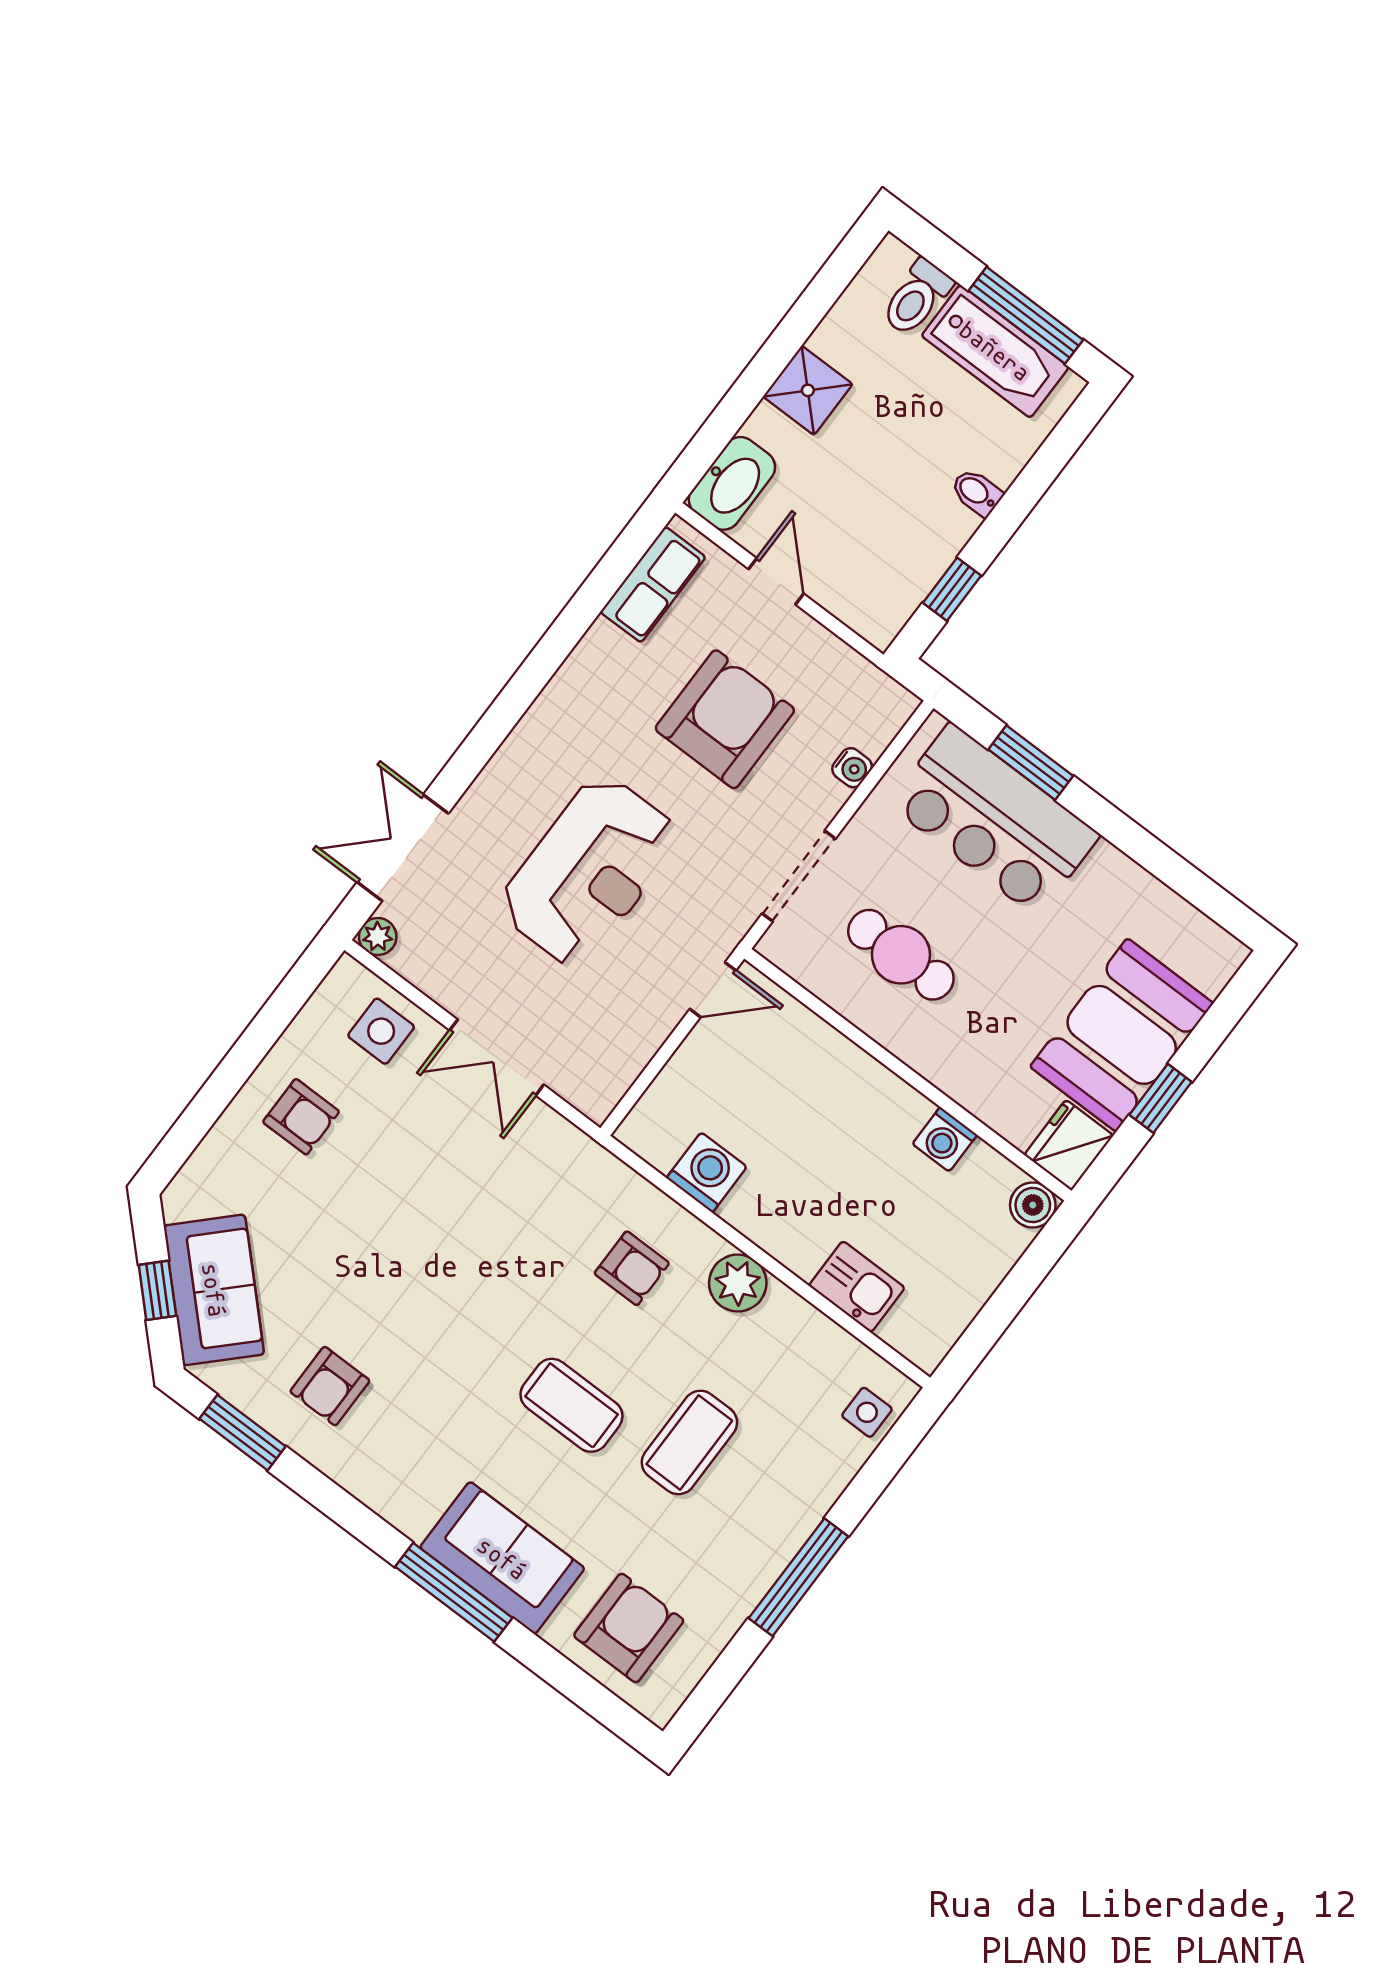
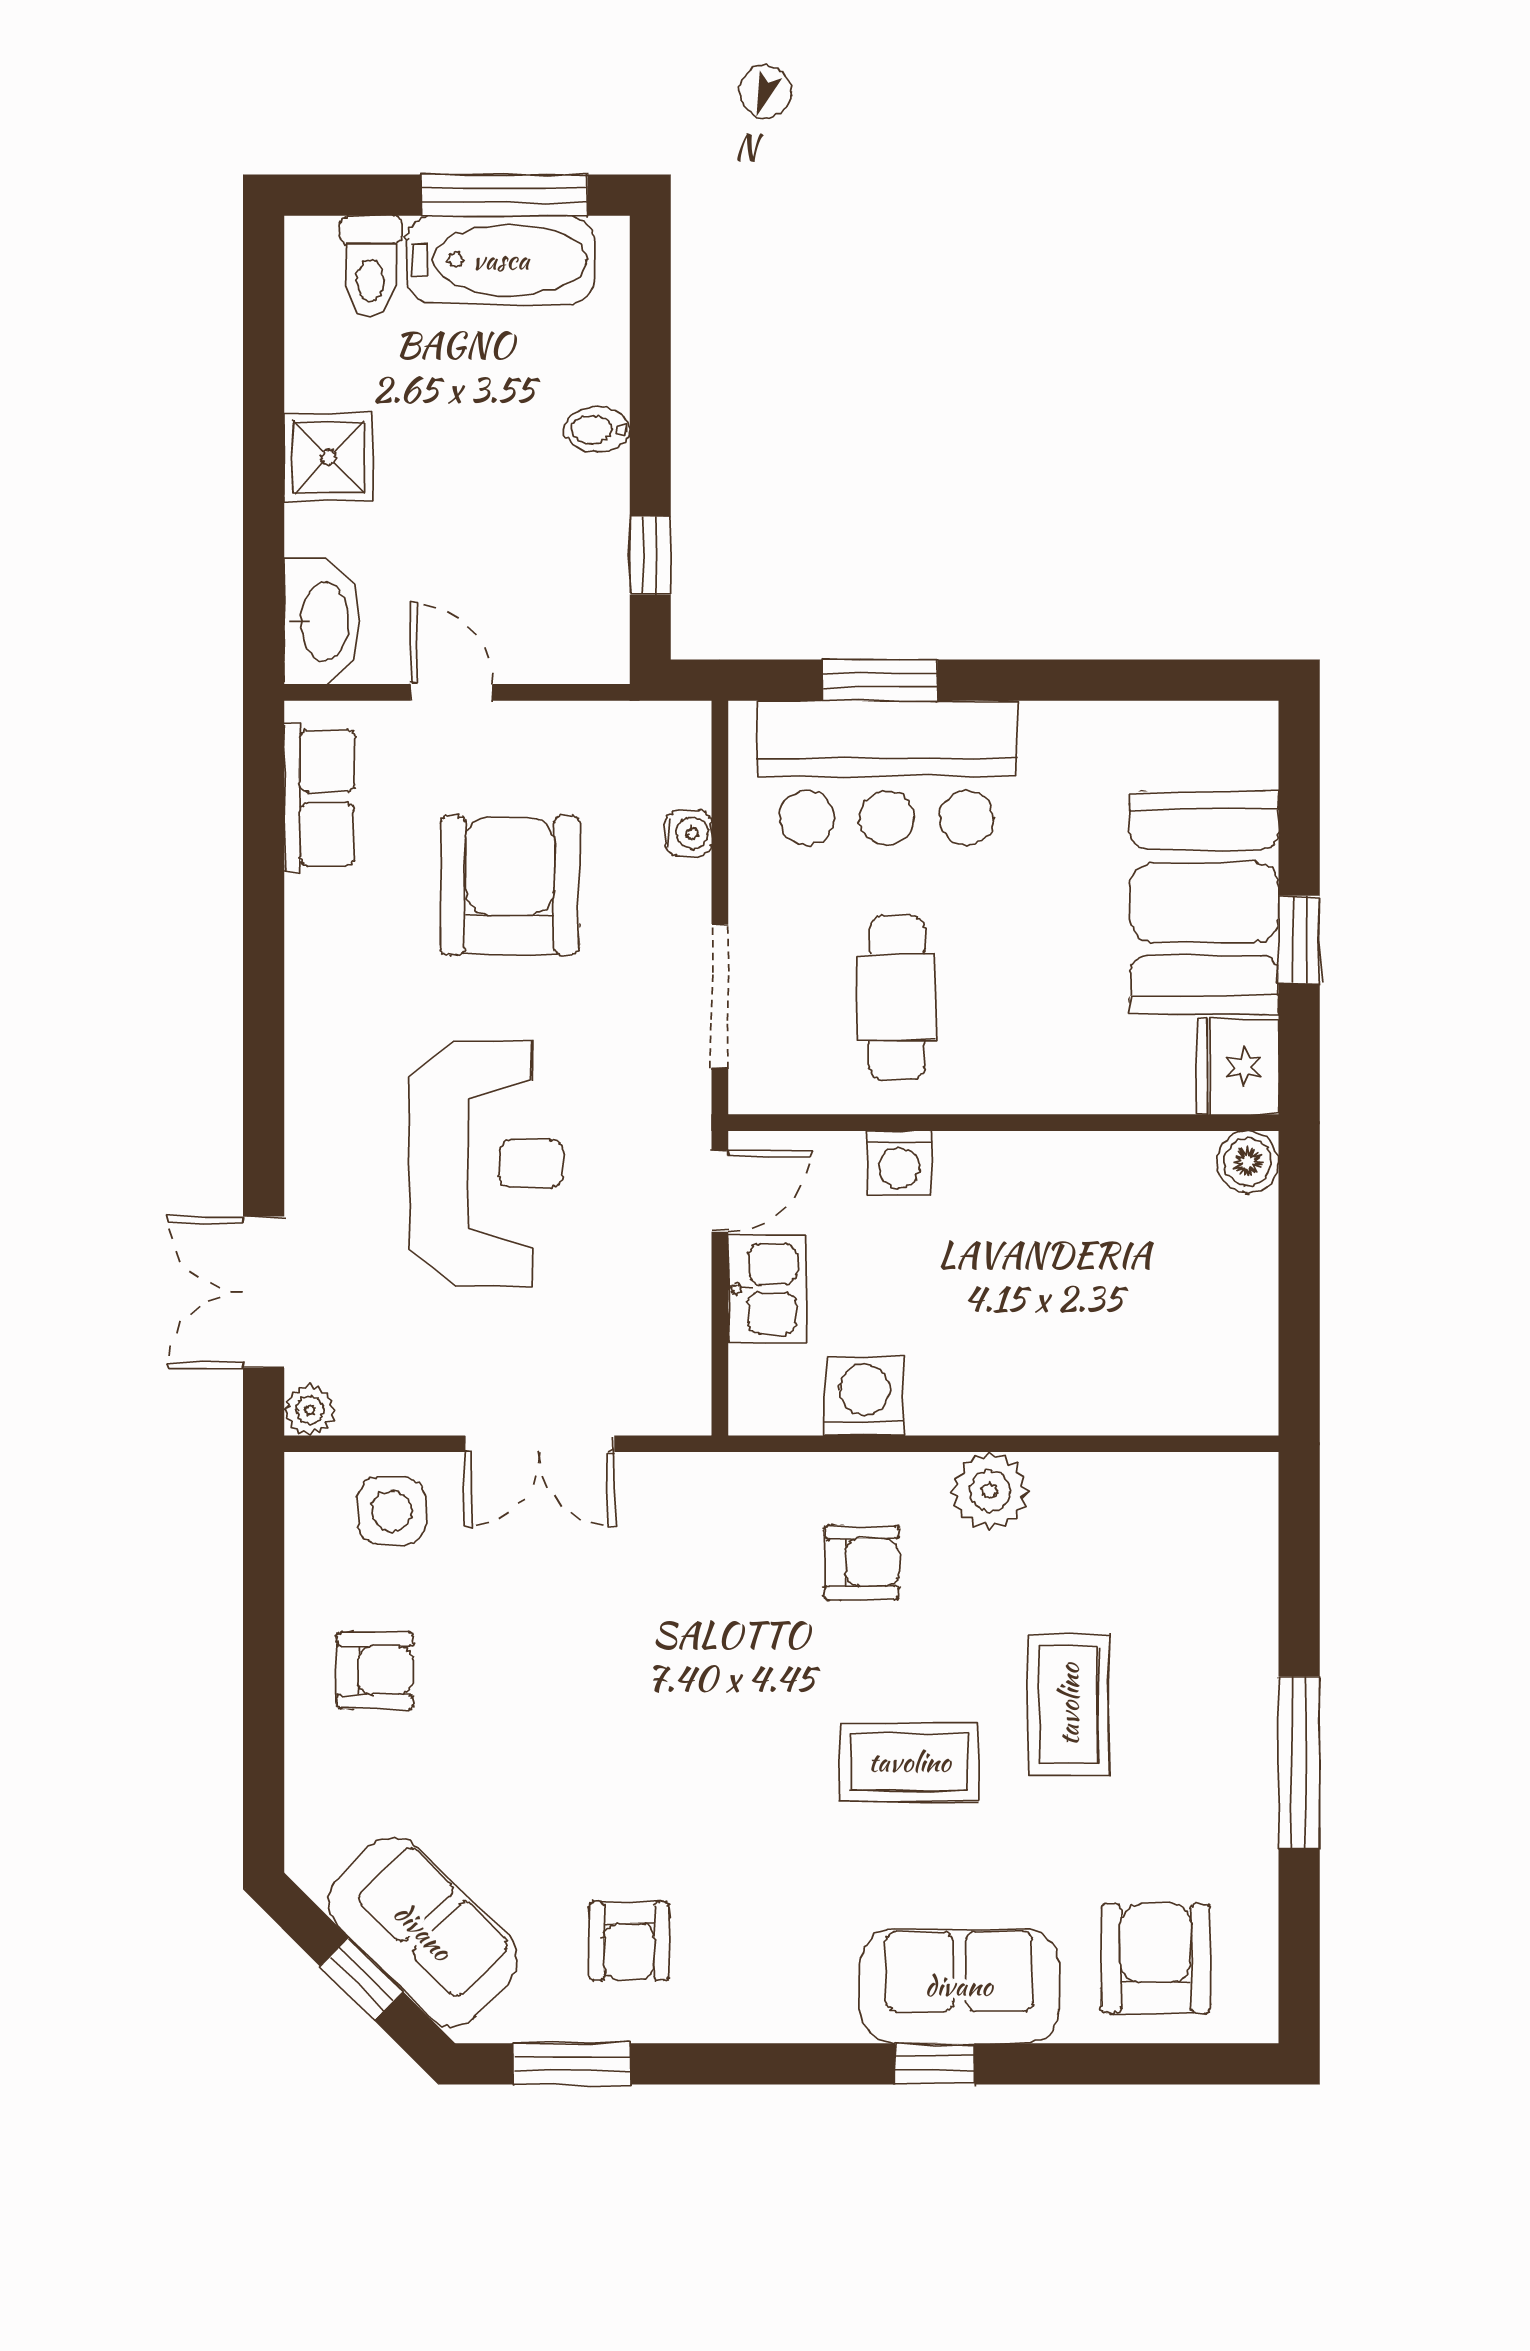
cafe table: (901, 955) -> (897, 997), turned 90
washing machine: (945, 1139) -> (899, 1163), moved
kitchen sink: (857, 1287) -> (767, 1289), moved, turned 90
side table: (867, 1412) -> (1238, 1526), removed
window: (454, 1592) -> (935, 2064), width x0.46

